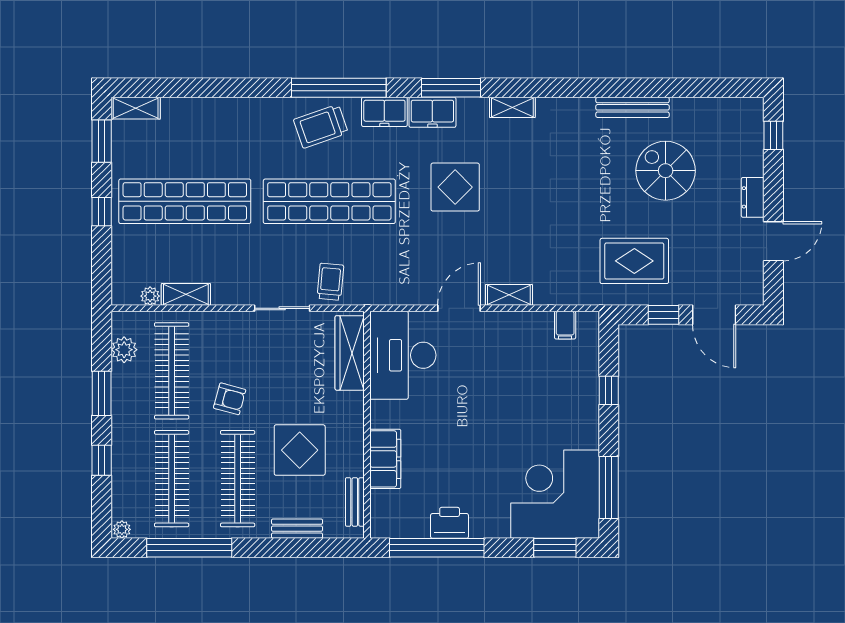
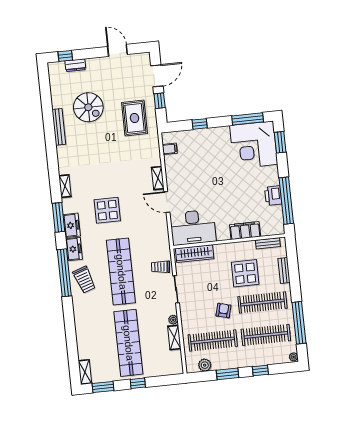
spiral stairs: (666, 171) -> (88, 107), turned -90
dresser: (753, 197) -> (75, 65), moved
plant: (150, 296) -> (173, 320), moved

